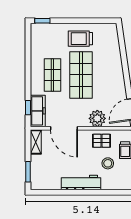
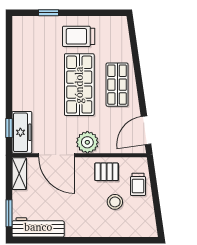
window: (42, 21) -> (48, 13), moved
shop shelf: (52, 75) -> (117, 85), moved
plant: (97, 118) -> (87, 142), moved
workbench: (81, 183) -> (38, 227), moved

